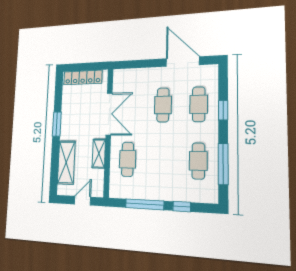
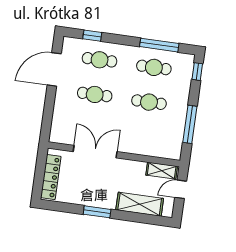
window: (223, 110) -> (92, 36), moved
shelving: (99, 154) -> (162, 171), moved
cafe table: (128, 159) -> (149, 102), moved
door: (82, 201) -> (181, 189), hinge flipped
window: (182, 207) -> (197, 72), moved

